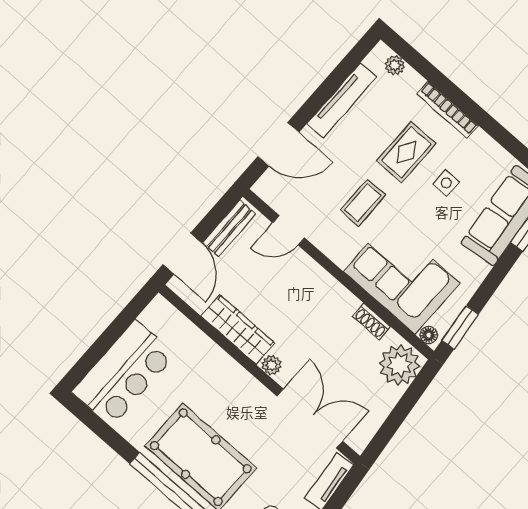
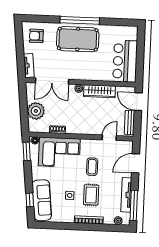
window: (344, 70) -> (134, 205), added
plant: (399, 365) -> (36, 111), moved
bar counter: (124, 373) -> (125, 61), moved

